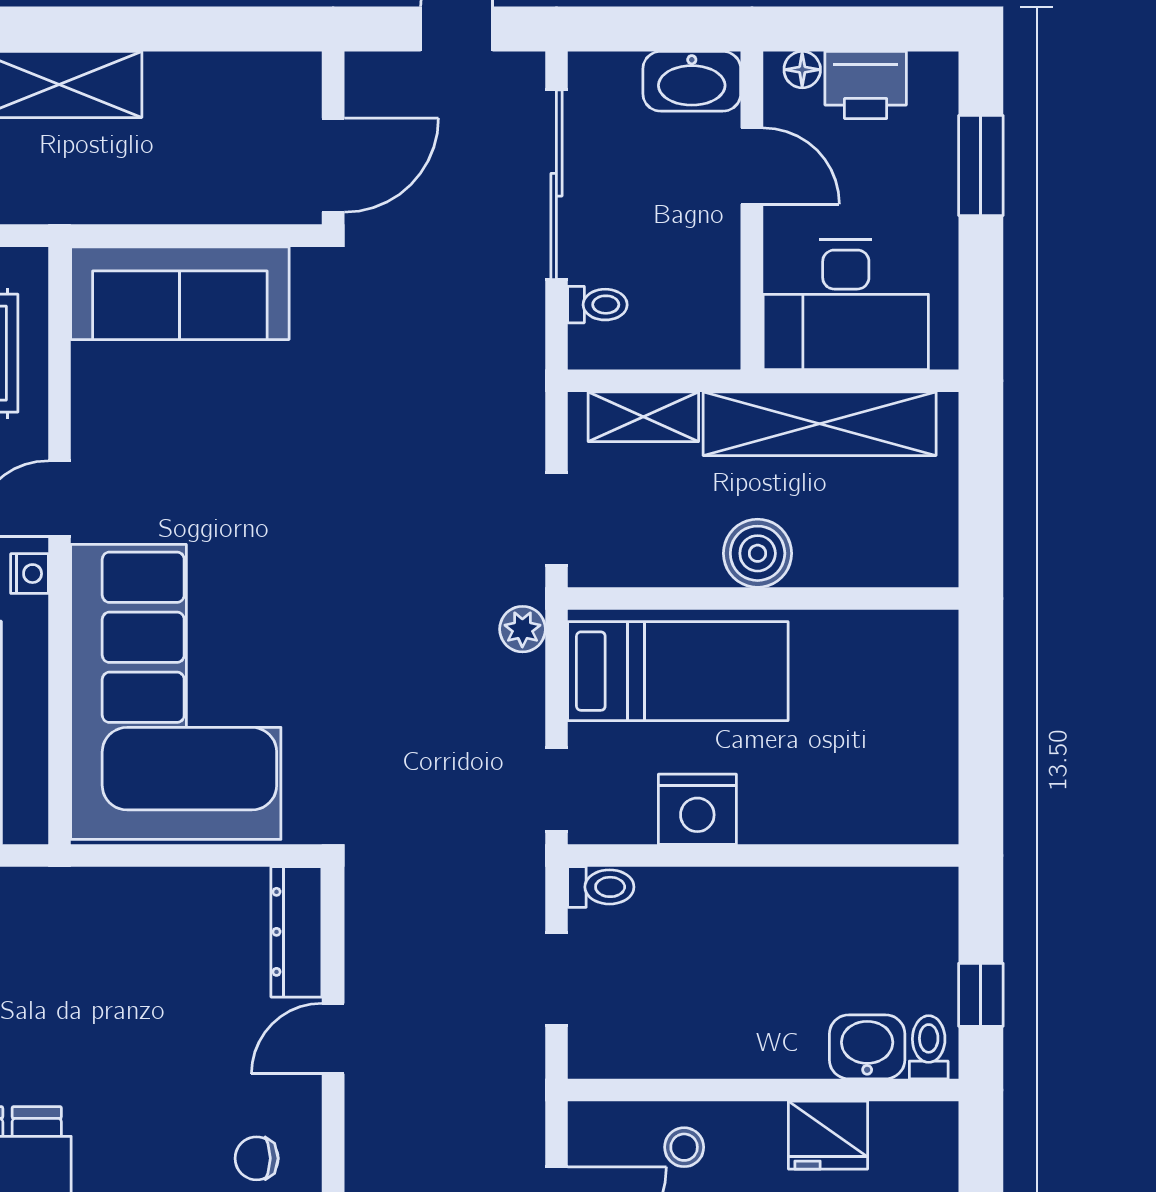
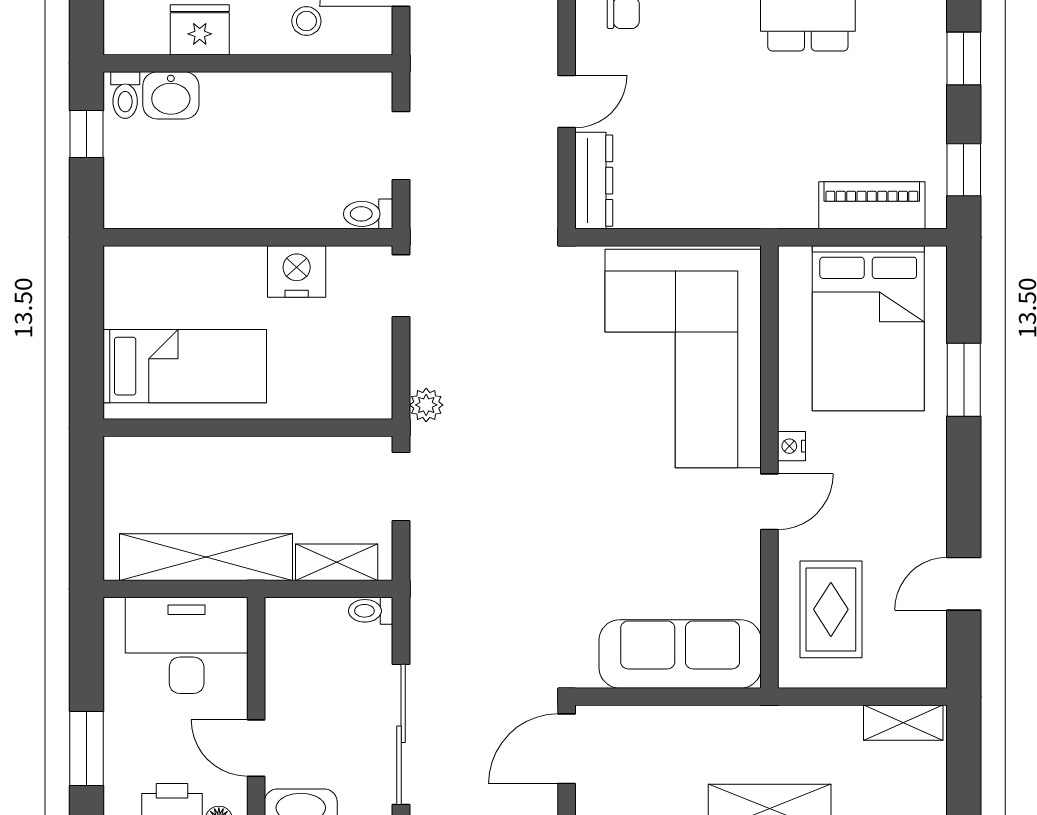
toilet: (597, 305) -> (371, 611), moved
boiler: (758, 553) -> (252, 461), removed
bed: (678, 671) -> (185, 366), moved, turned 180

